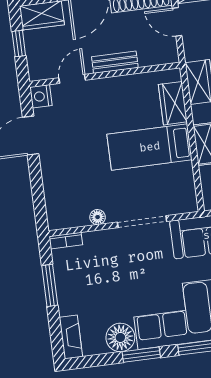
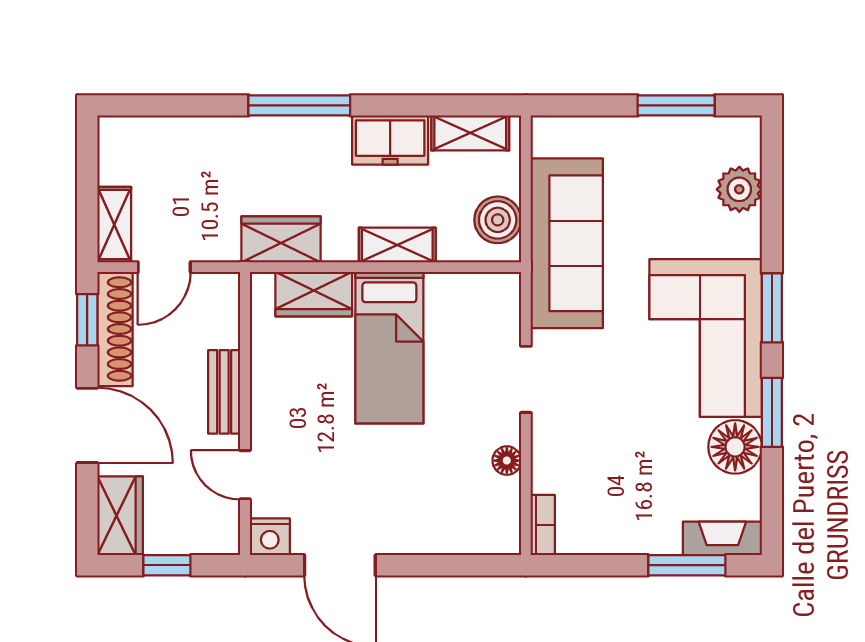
doorway: (142, 222) -> (526, 379), width x0.73
window: (50, 285) -> (687, 565), moved

